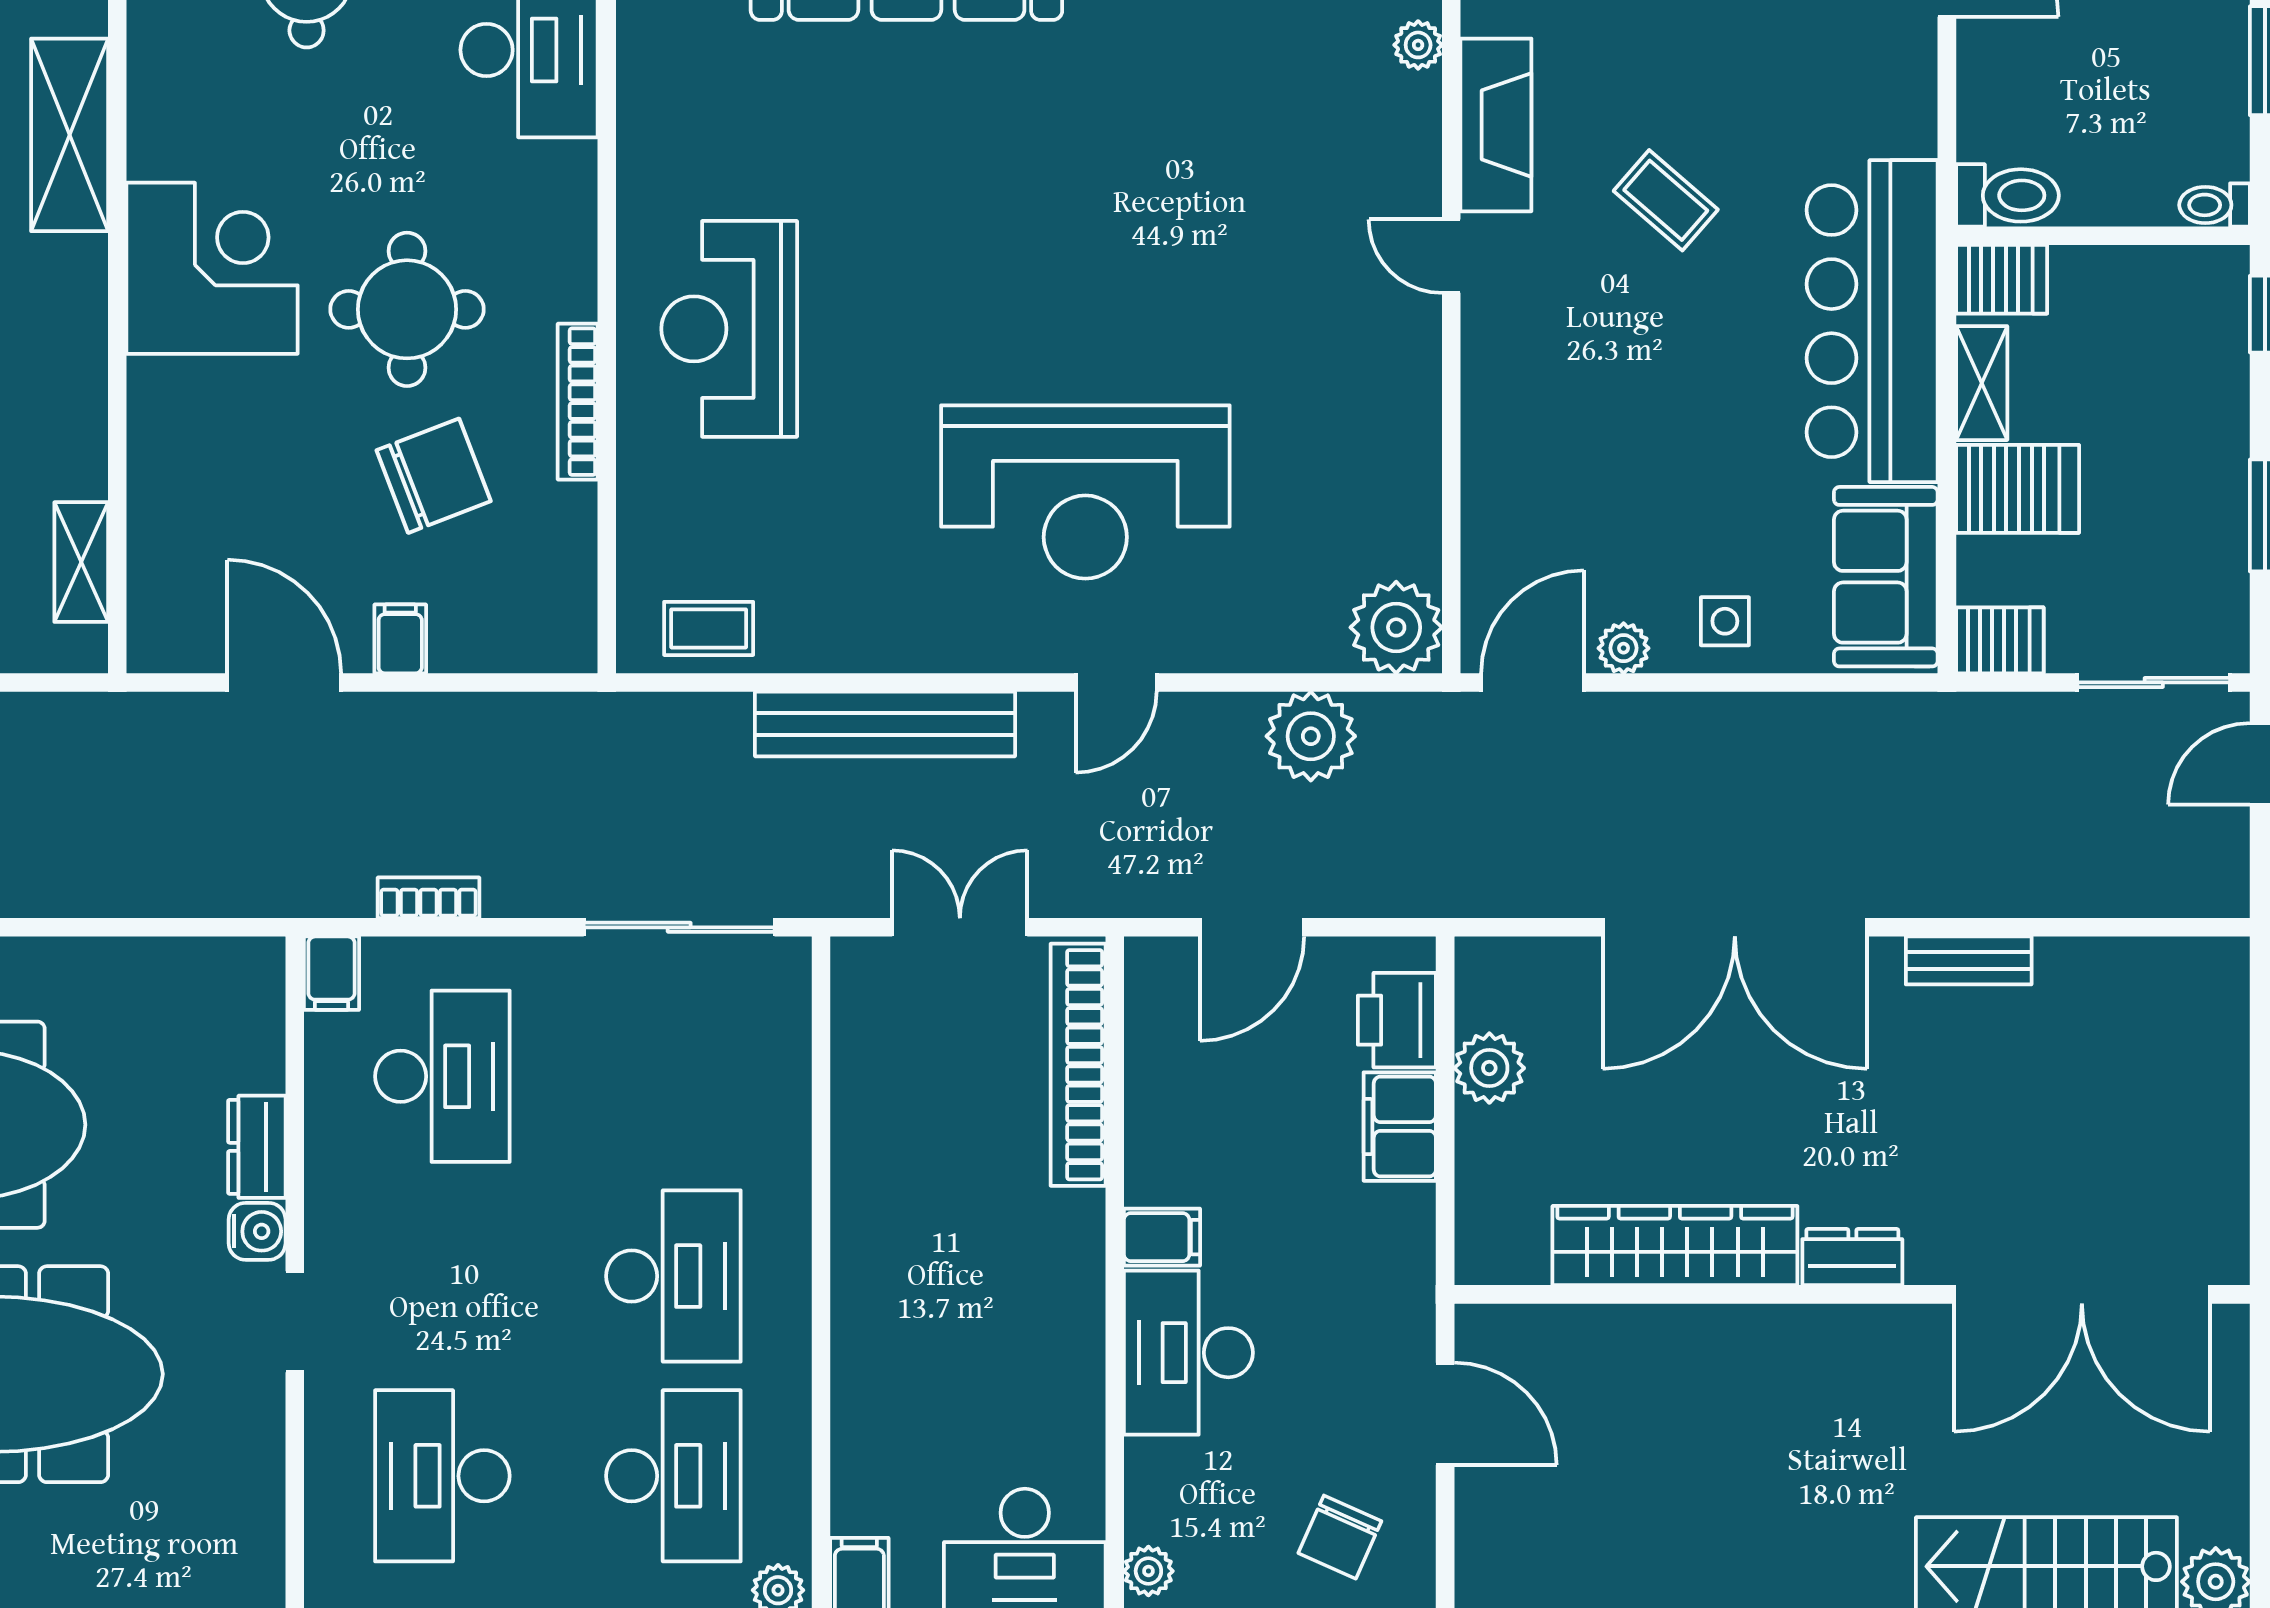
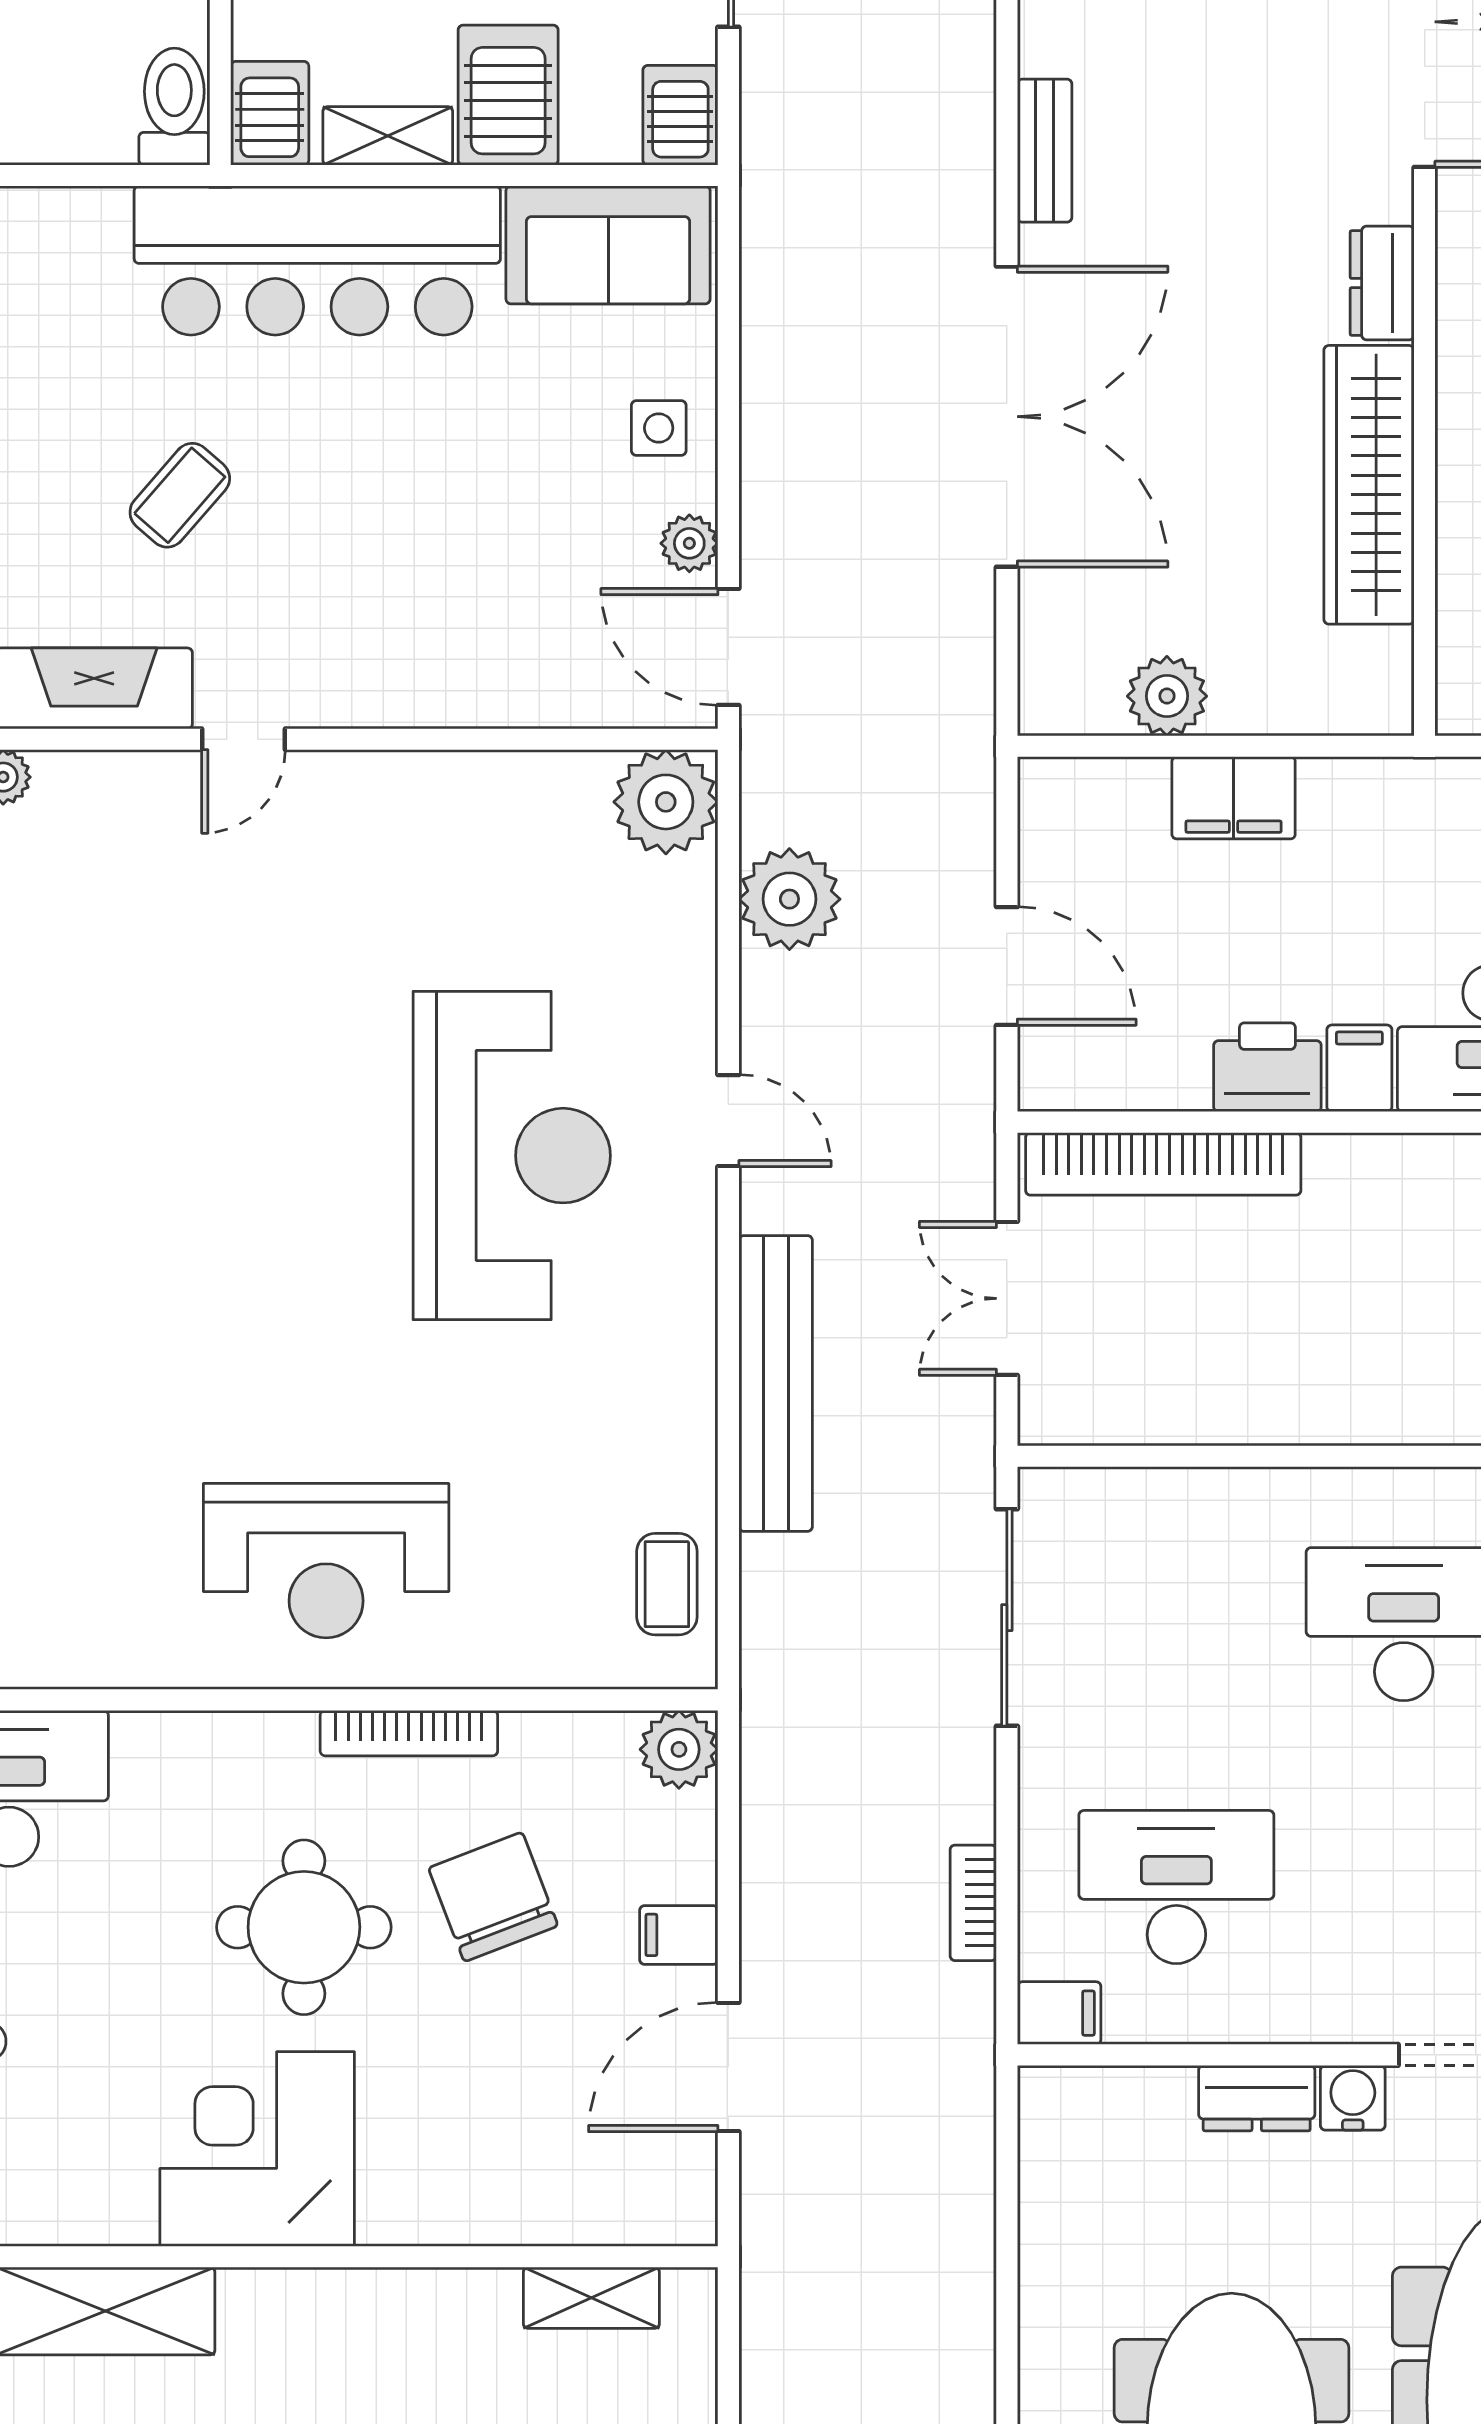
plant: (563, 639) -> (679, 1749), added
printer: (1397, 1020) -> (1267, 1067), moved, turned 180

